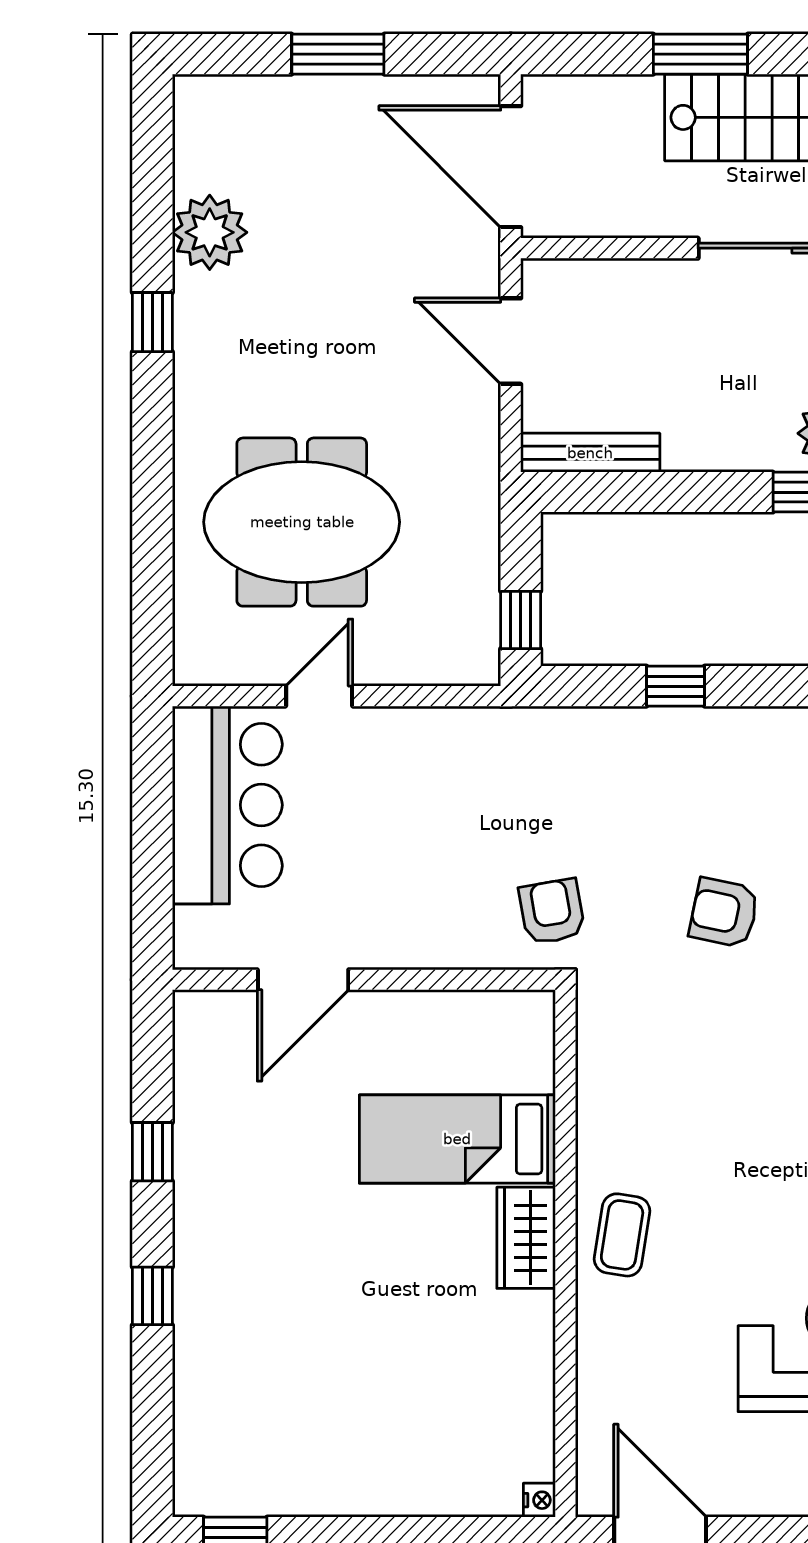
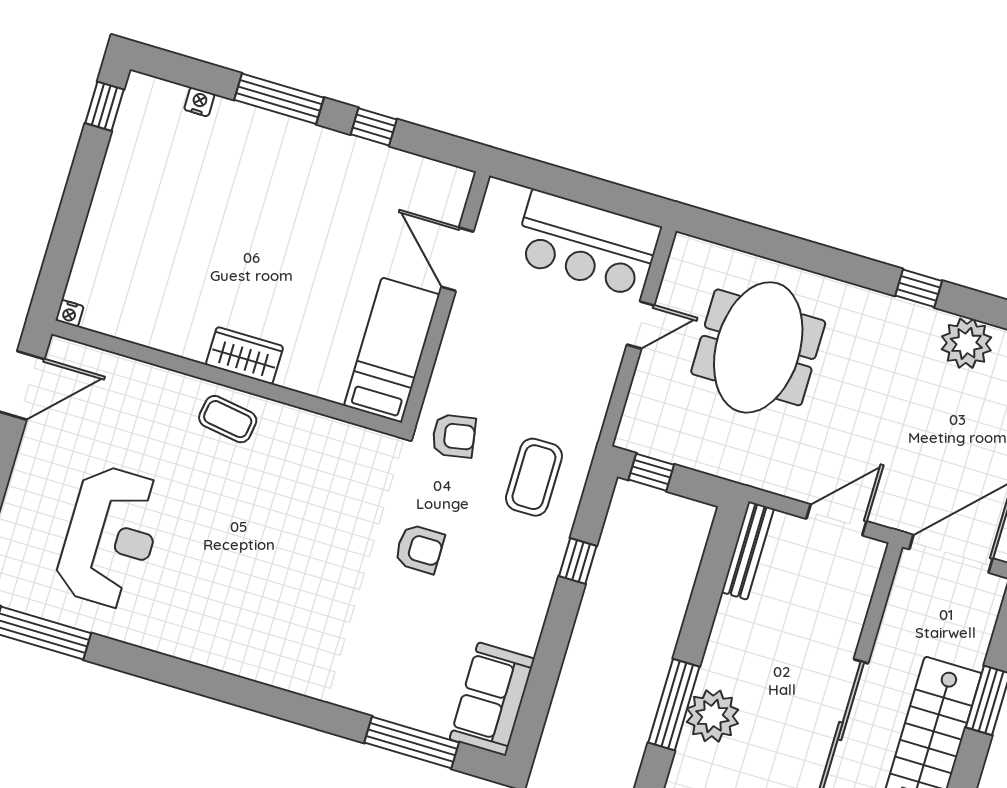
door: (319, 696) -> (641, 325), hinge flipped
coffee table: (576, 782) -> (534, 477), added
armchair: (724, 913) -> (420, 549), turned 78
bed: (457, 1139) -> (392, 350), moved
window: (152, 1296) -> (279, 99), width x2.17
nightstand: (190, 1406) -> (199, 102), added

